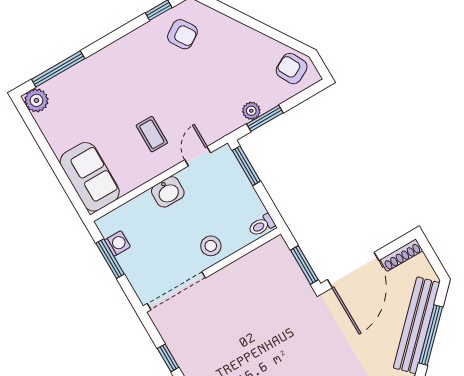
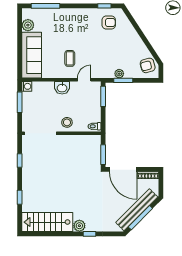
armchair: (182, 34) -> (109, 23), turned -57
armchair: (292, 69) -> (148, 65), turned -77
plant: (36, 100) -> (28, 25), moved
sofa: (90, 177) -> (32, 55), width x1.36
washing machine: (117, 243) -> (27, 86), moved
door: (353, 270) -> (123, 169), hinge flipped

